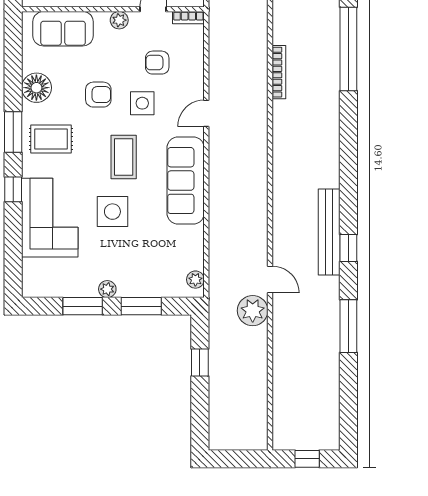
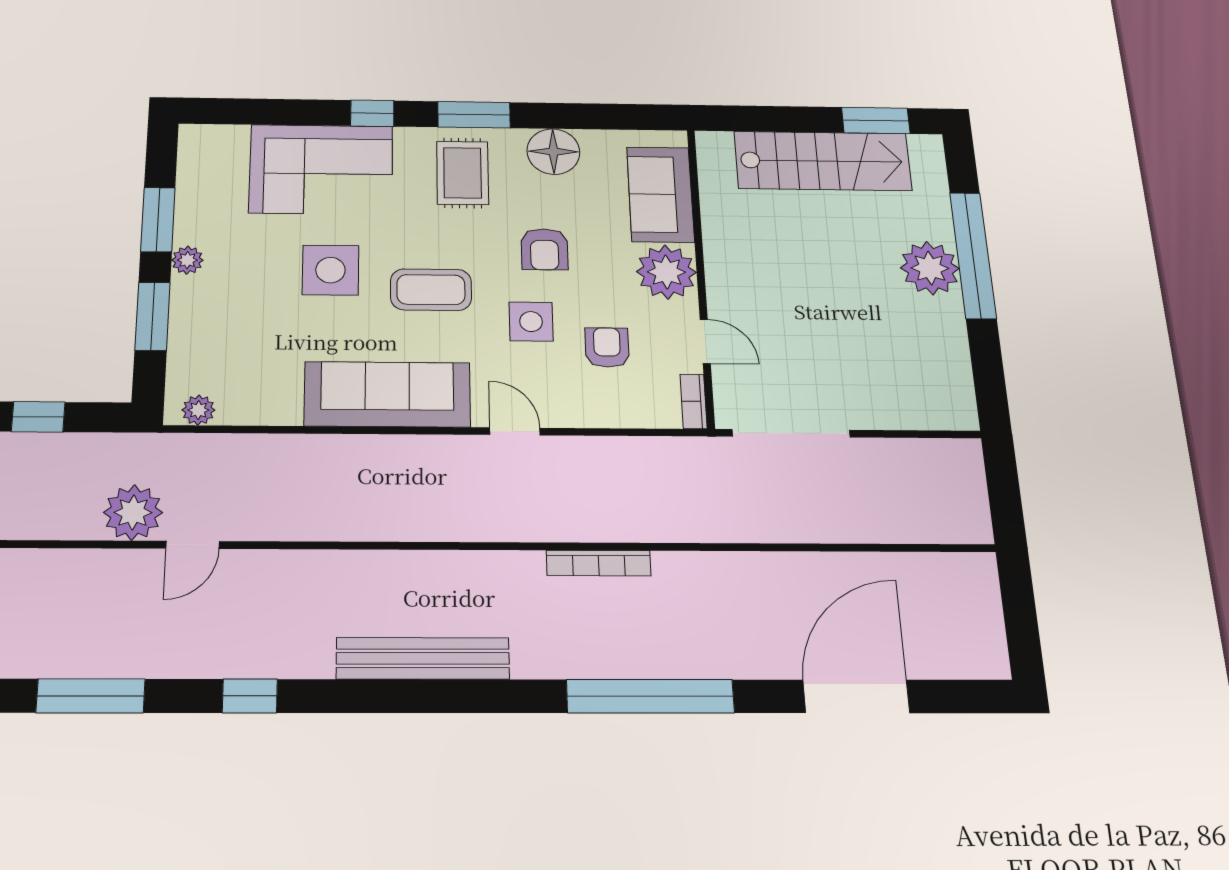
plant: (119, 20) -> (666, 272), width x1.87, depth x1.87
bench: (329, 232) -> (423, 658), moved

